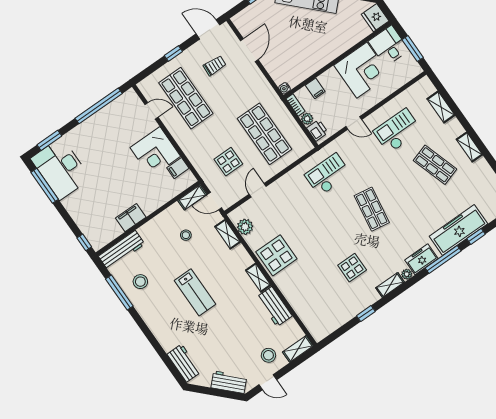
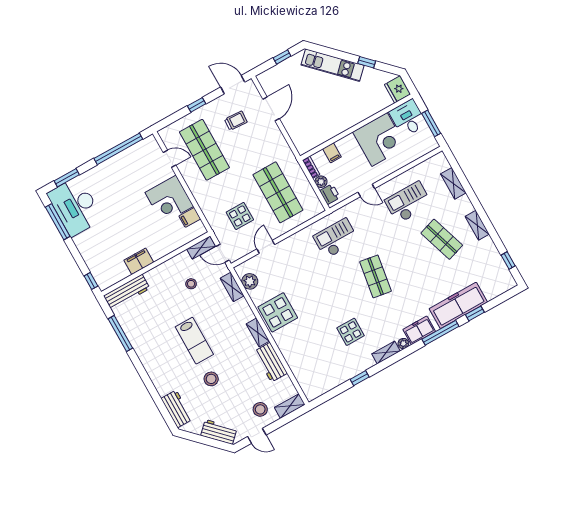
water cooler: (285, 88) -> (302, 150), removed
stool: (140, 282) -> (211, 379), moved

